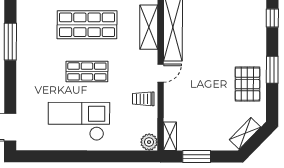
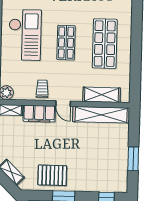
filing cabinet: (173, 102) -> (39, 114), added

